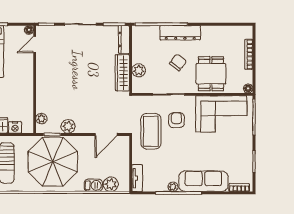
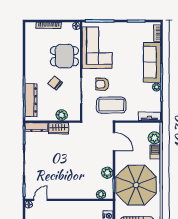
dresser: (180, 33) -> (31, 100), moved
door: (35, 45) -> (41, 200), swing flipped
wardrobe: (122, 73) -> (59, 128), width x0.67

